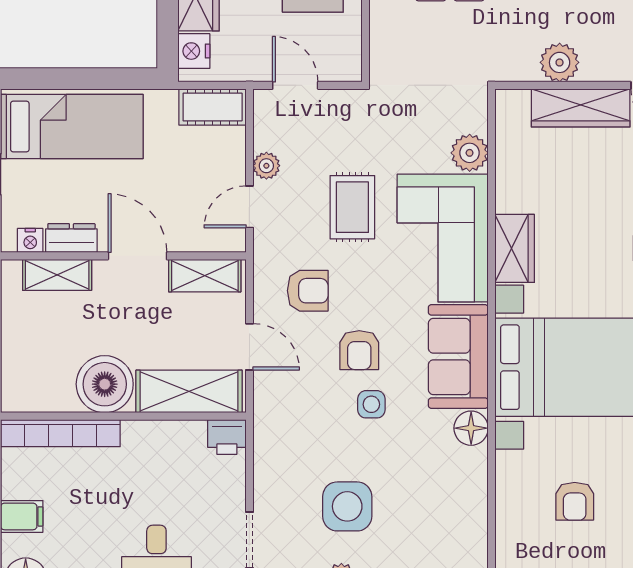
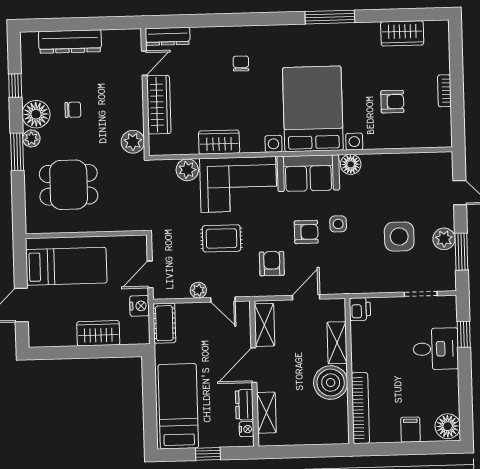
nightstand: (194, 51) -> (139, 306), moved, turned -90
plant: (560, 62) -> (133, 142), moved
wardrobe: (515, 248) -> (219, 142), moved
shelving: (189, 391) -> (337, 343), width x0.67, depth x0.75

